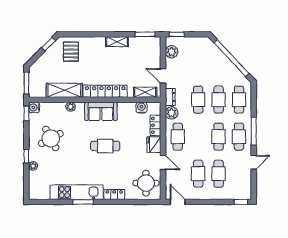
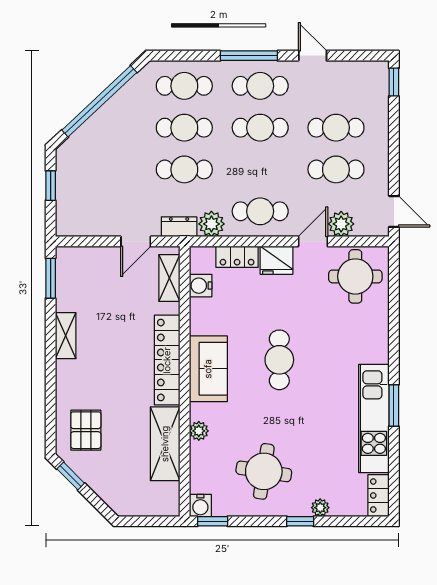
window: (177, 34) -> (51, 186), moved
pallet: (71, 52) -> (86, 430), turned 90
plant: (172, 52) -> (341, 224), moved
window: (26, 83) -> (150, 521), removed
round table: (51, 138) -> (264, 471), turned 37
locker: (114, 194) -> (379, 495), moved
door: (178, 202) -> (394, 211), swing flipped

